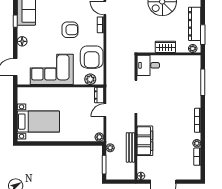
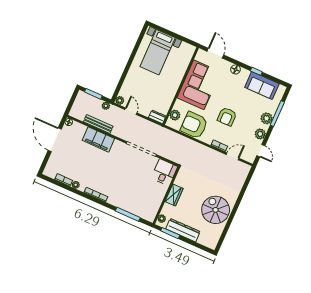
door: (105, 110) -> (131, 111), moved

